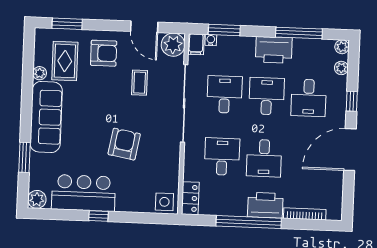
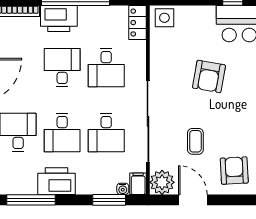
armchair: (104, 53) -> (234, 171), turned 87

